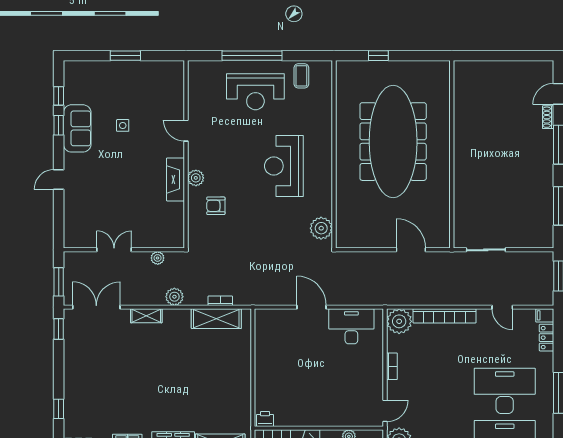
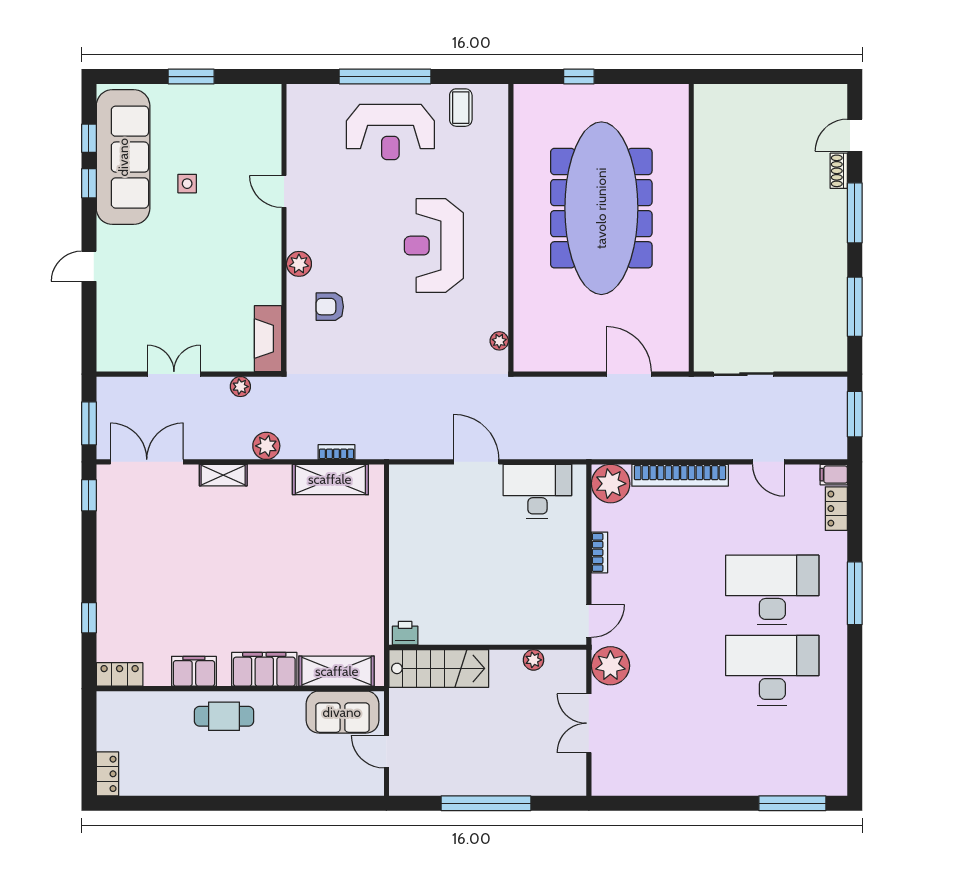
sofa: (77, 128) -> (123, 157), width x1.85, depth x1.27
fireplace: (176, 179) -> (268, 339), moved
plant: (321, 228) -> (499, 341), width x0.53, depth x0.53

